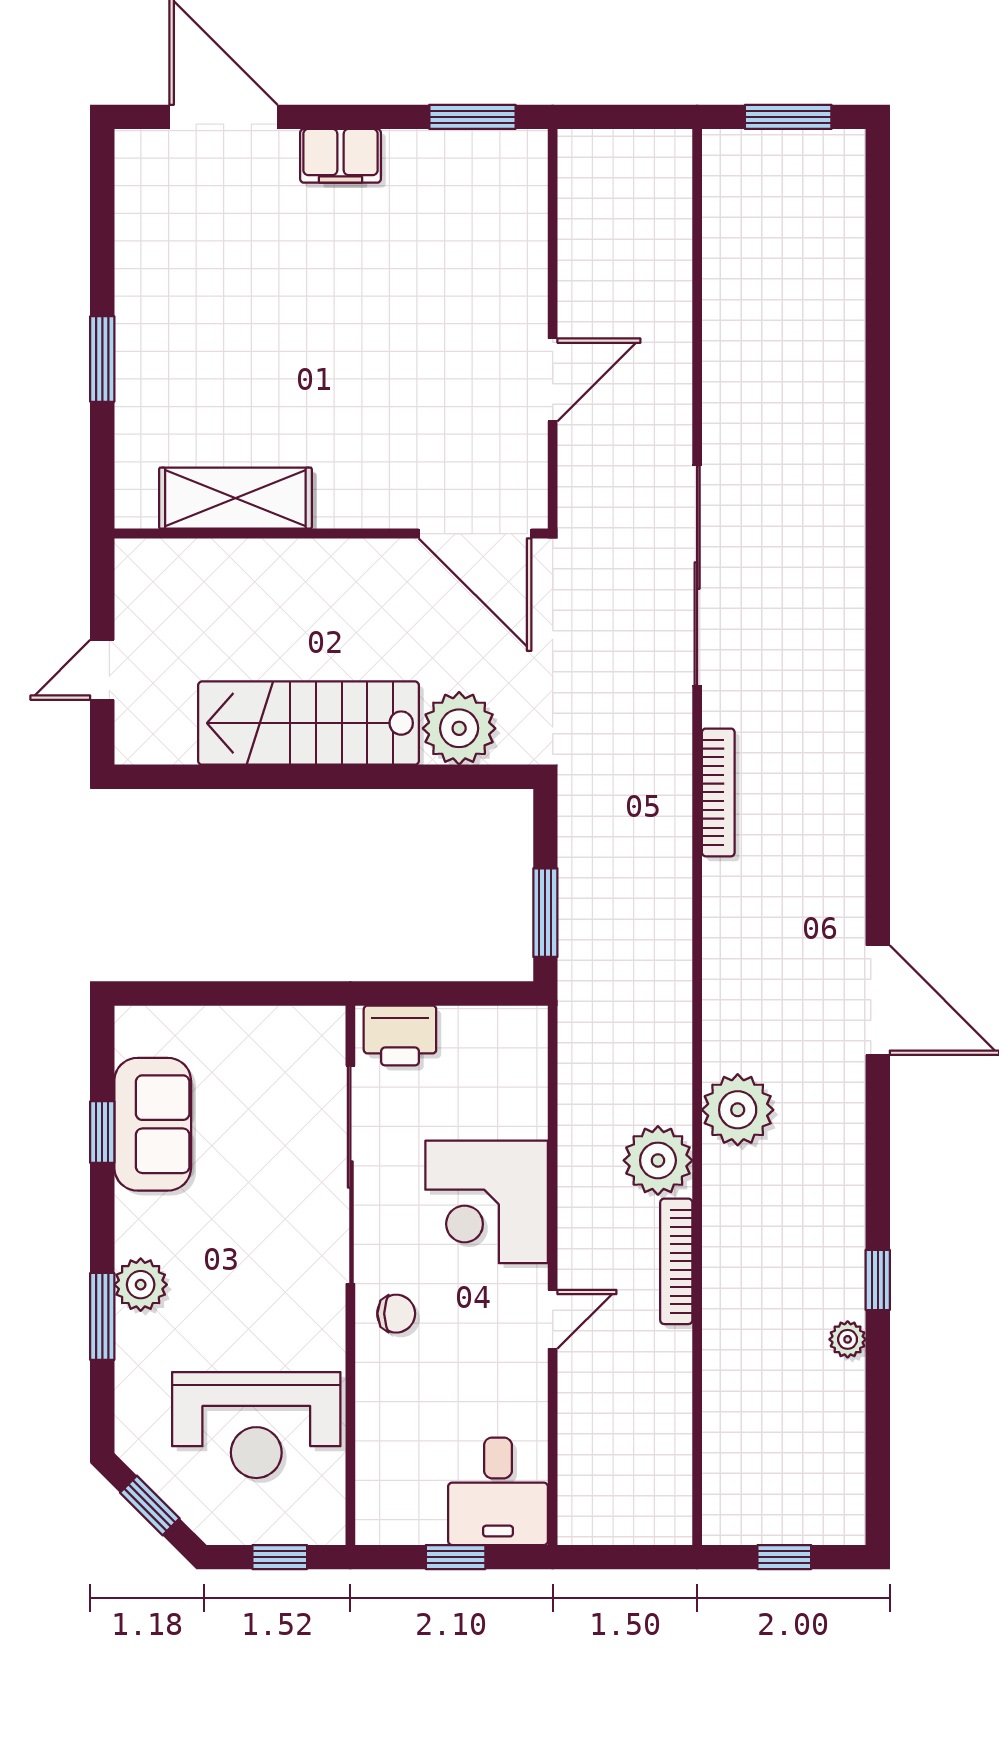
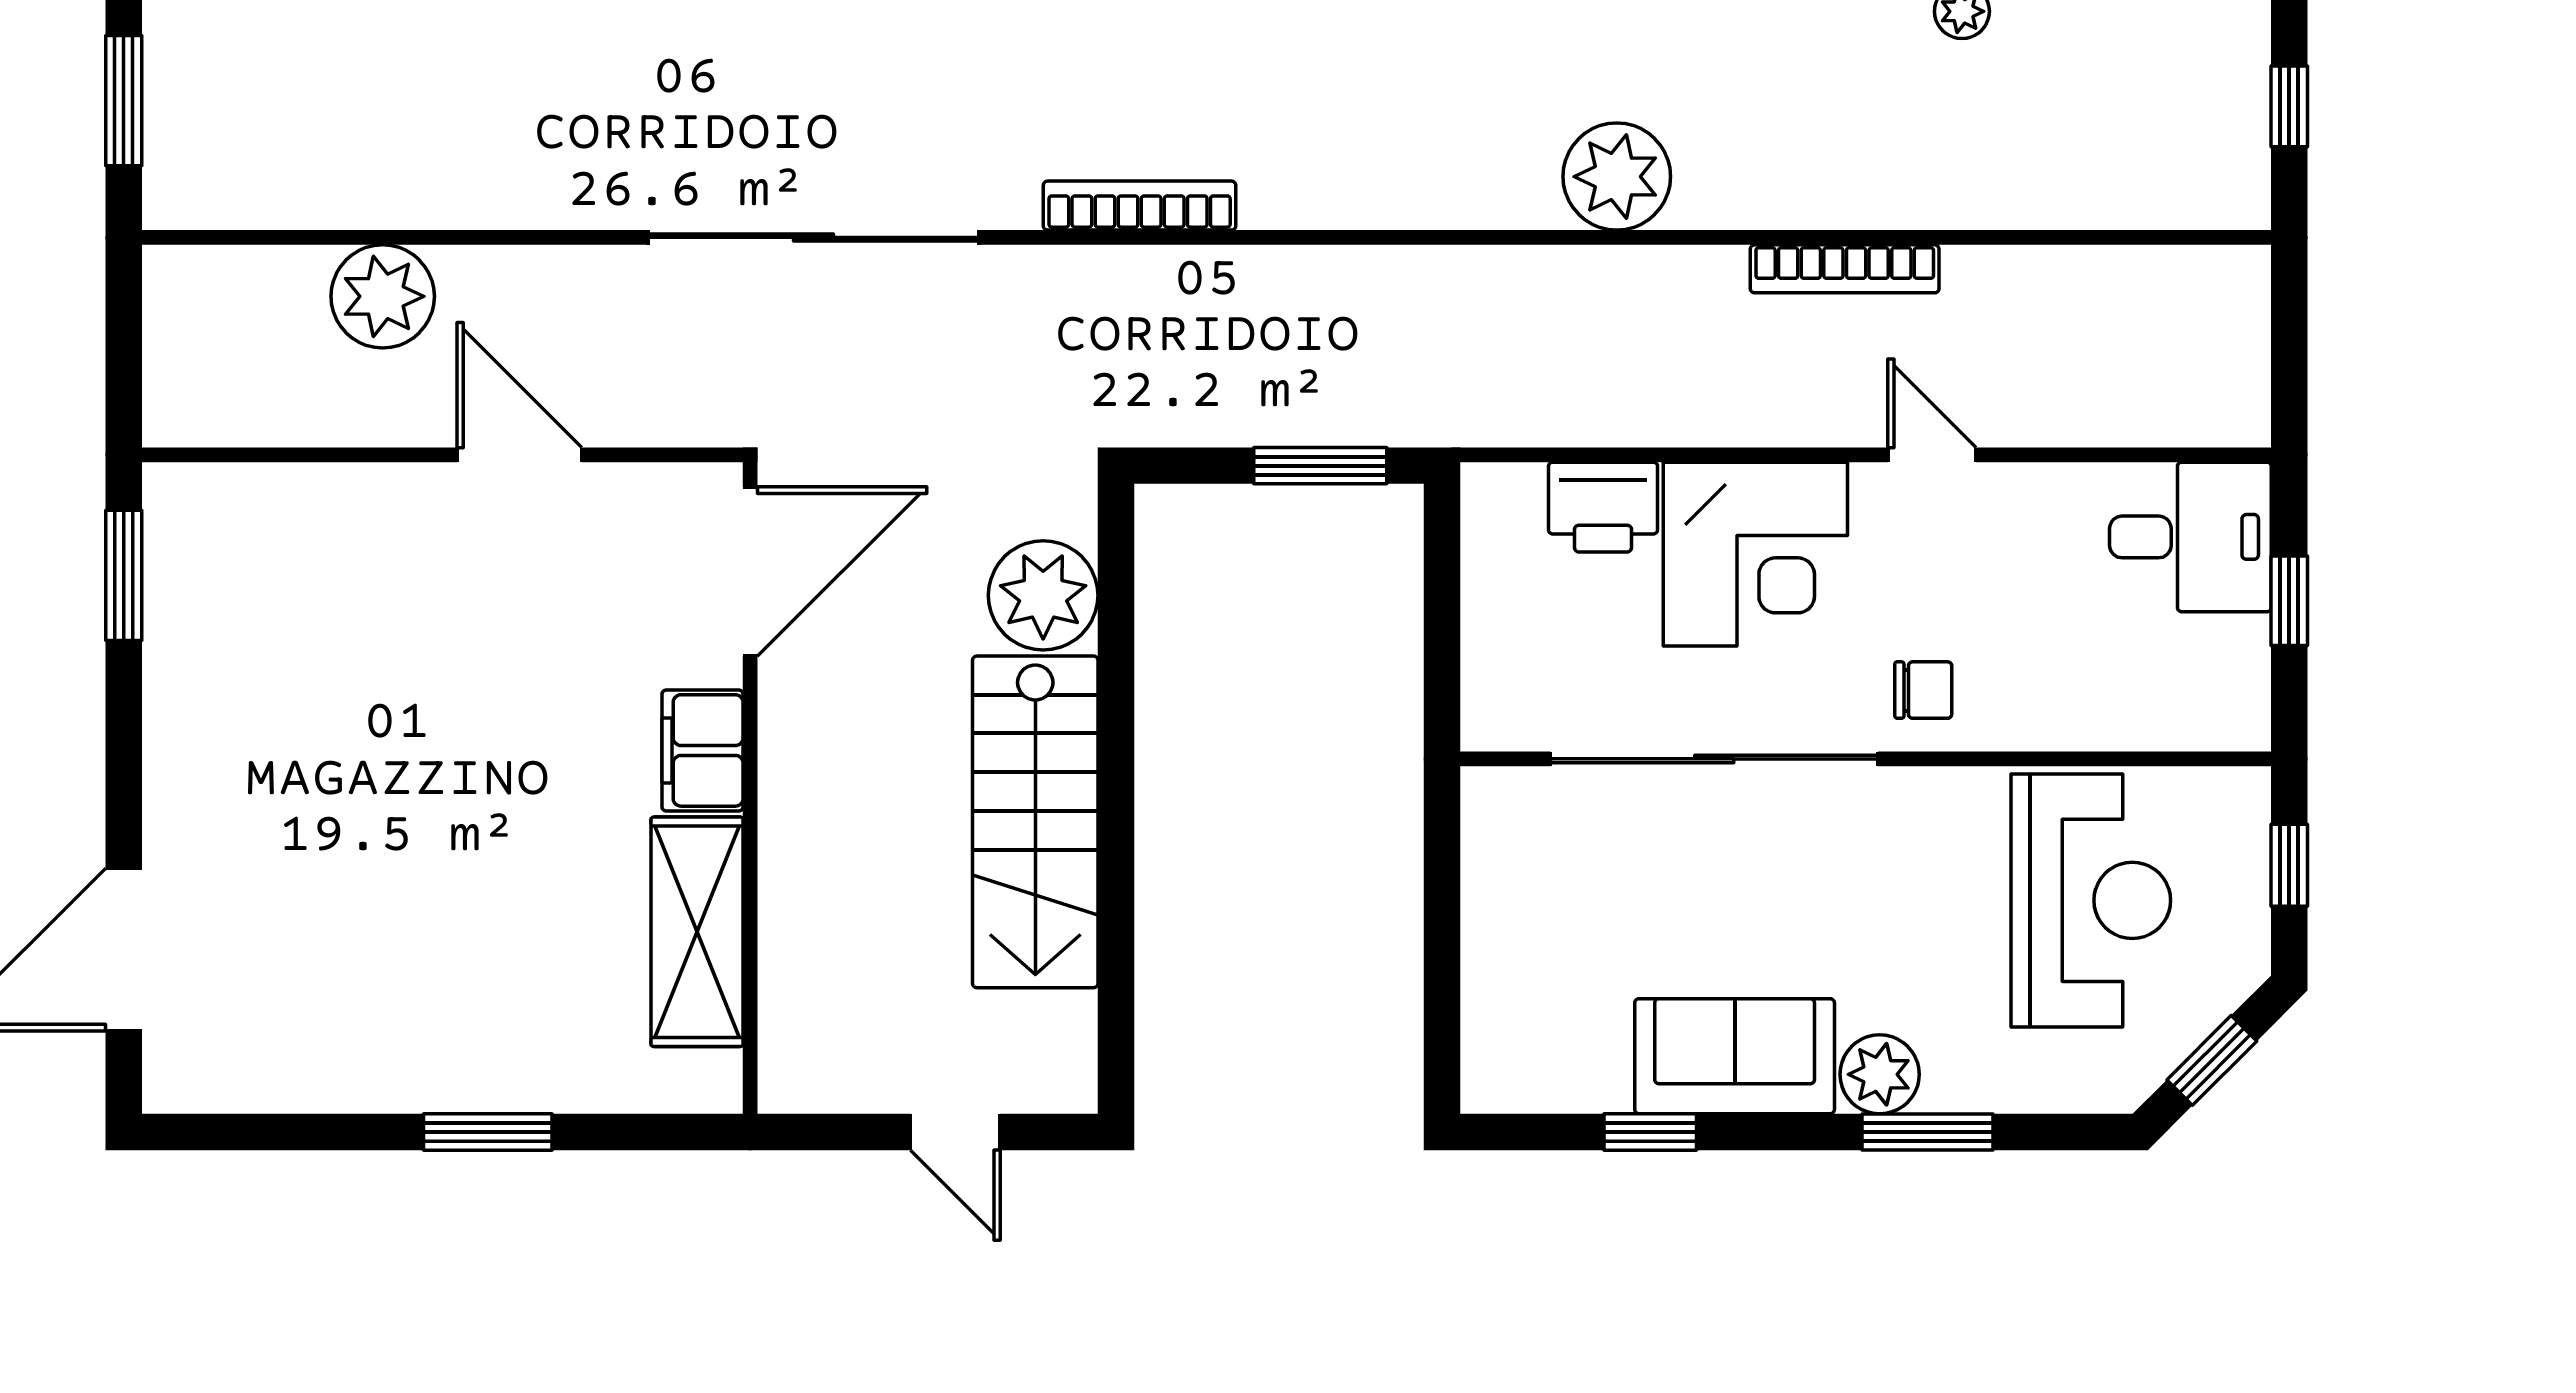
filing cabinet: (341, 156) -> (703, 750), moved, turned 180
printer: (400, 1035) -> (1603, 507), moved, turned 90
sofa: (153, 1124) -> (1735, 1056), moved
plant: (658, 1160) -> (383, 296), moved
chair: (396, 1314) -> (1923, 690), turned 90

